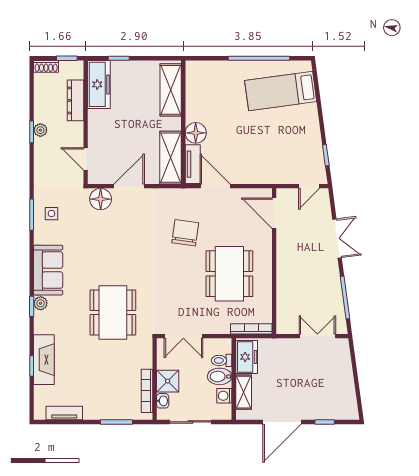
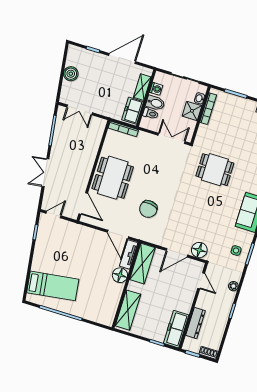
plant: (40, 130) -> (233, 286), moved
dining table: (229, 274) -> (113, 178), moved
dining table: (113, 312) -> (215, 170), width x0.73
boiler: (344, 381) -> (71, 74), added

